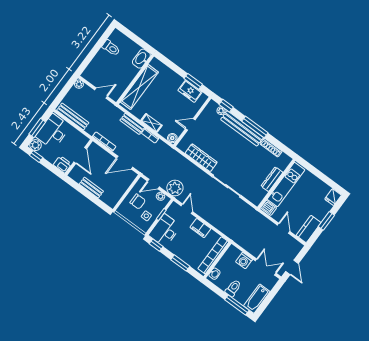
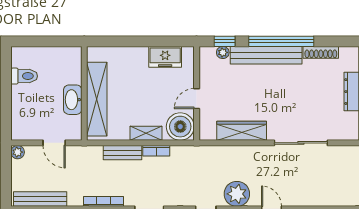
washbasin: (141, 59) -> (73, 100), moved
window: (193, 81) -> (160, 41), removed
door: (101, 93) -> (54, 143), swing flipped
window: (255, 127) -> (281, 41), width x1.46
boiler: (172, 138) -> (180, 127), width x1.86, depth x1.86

